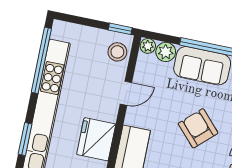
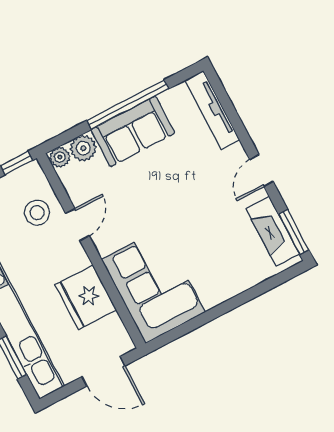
stool: (117, 52) -> (37, 213), moved
armchair: (198, 128) -> (182, 200), removed

